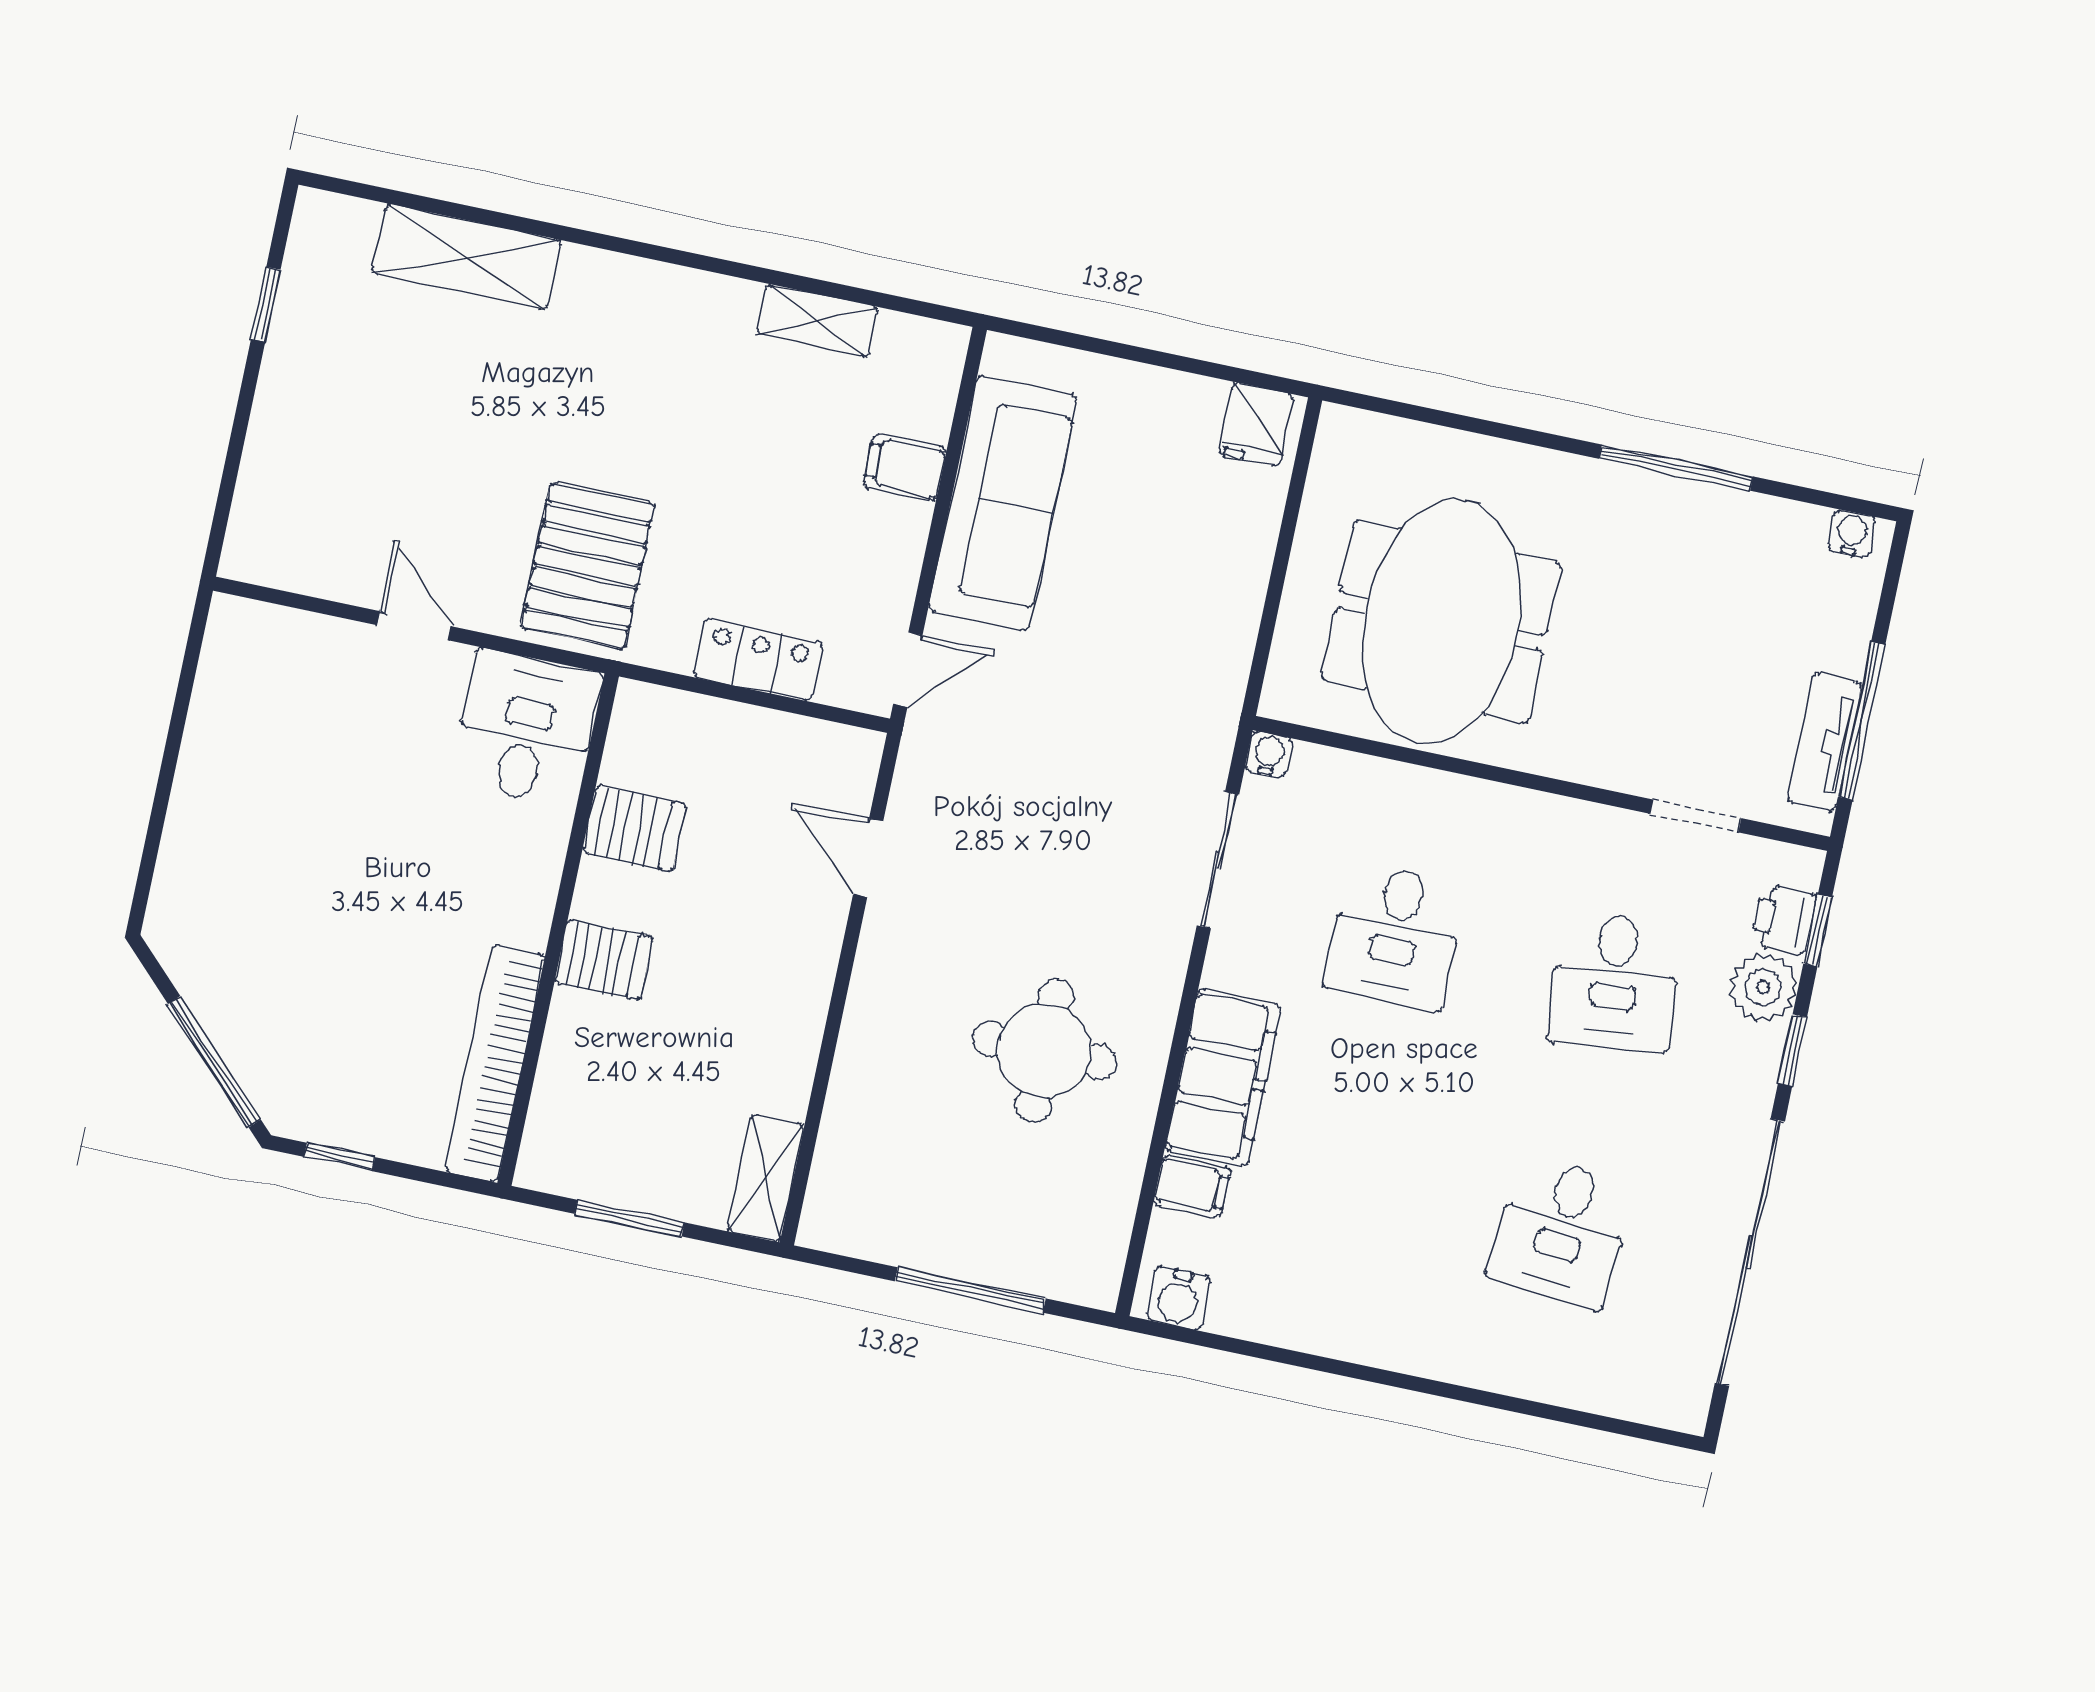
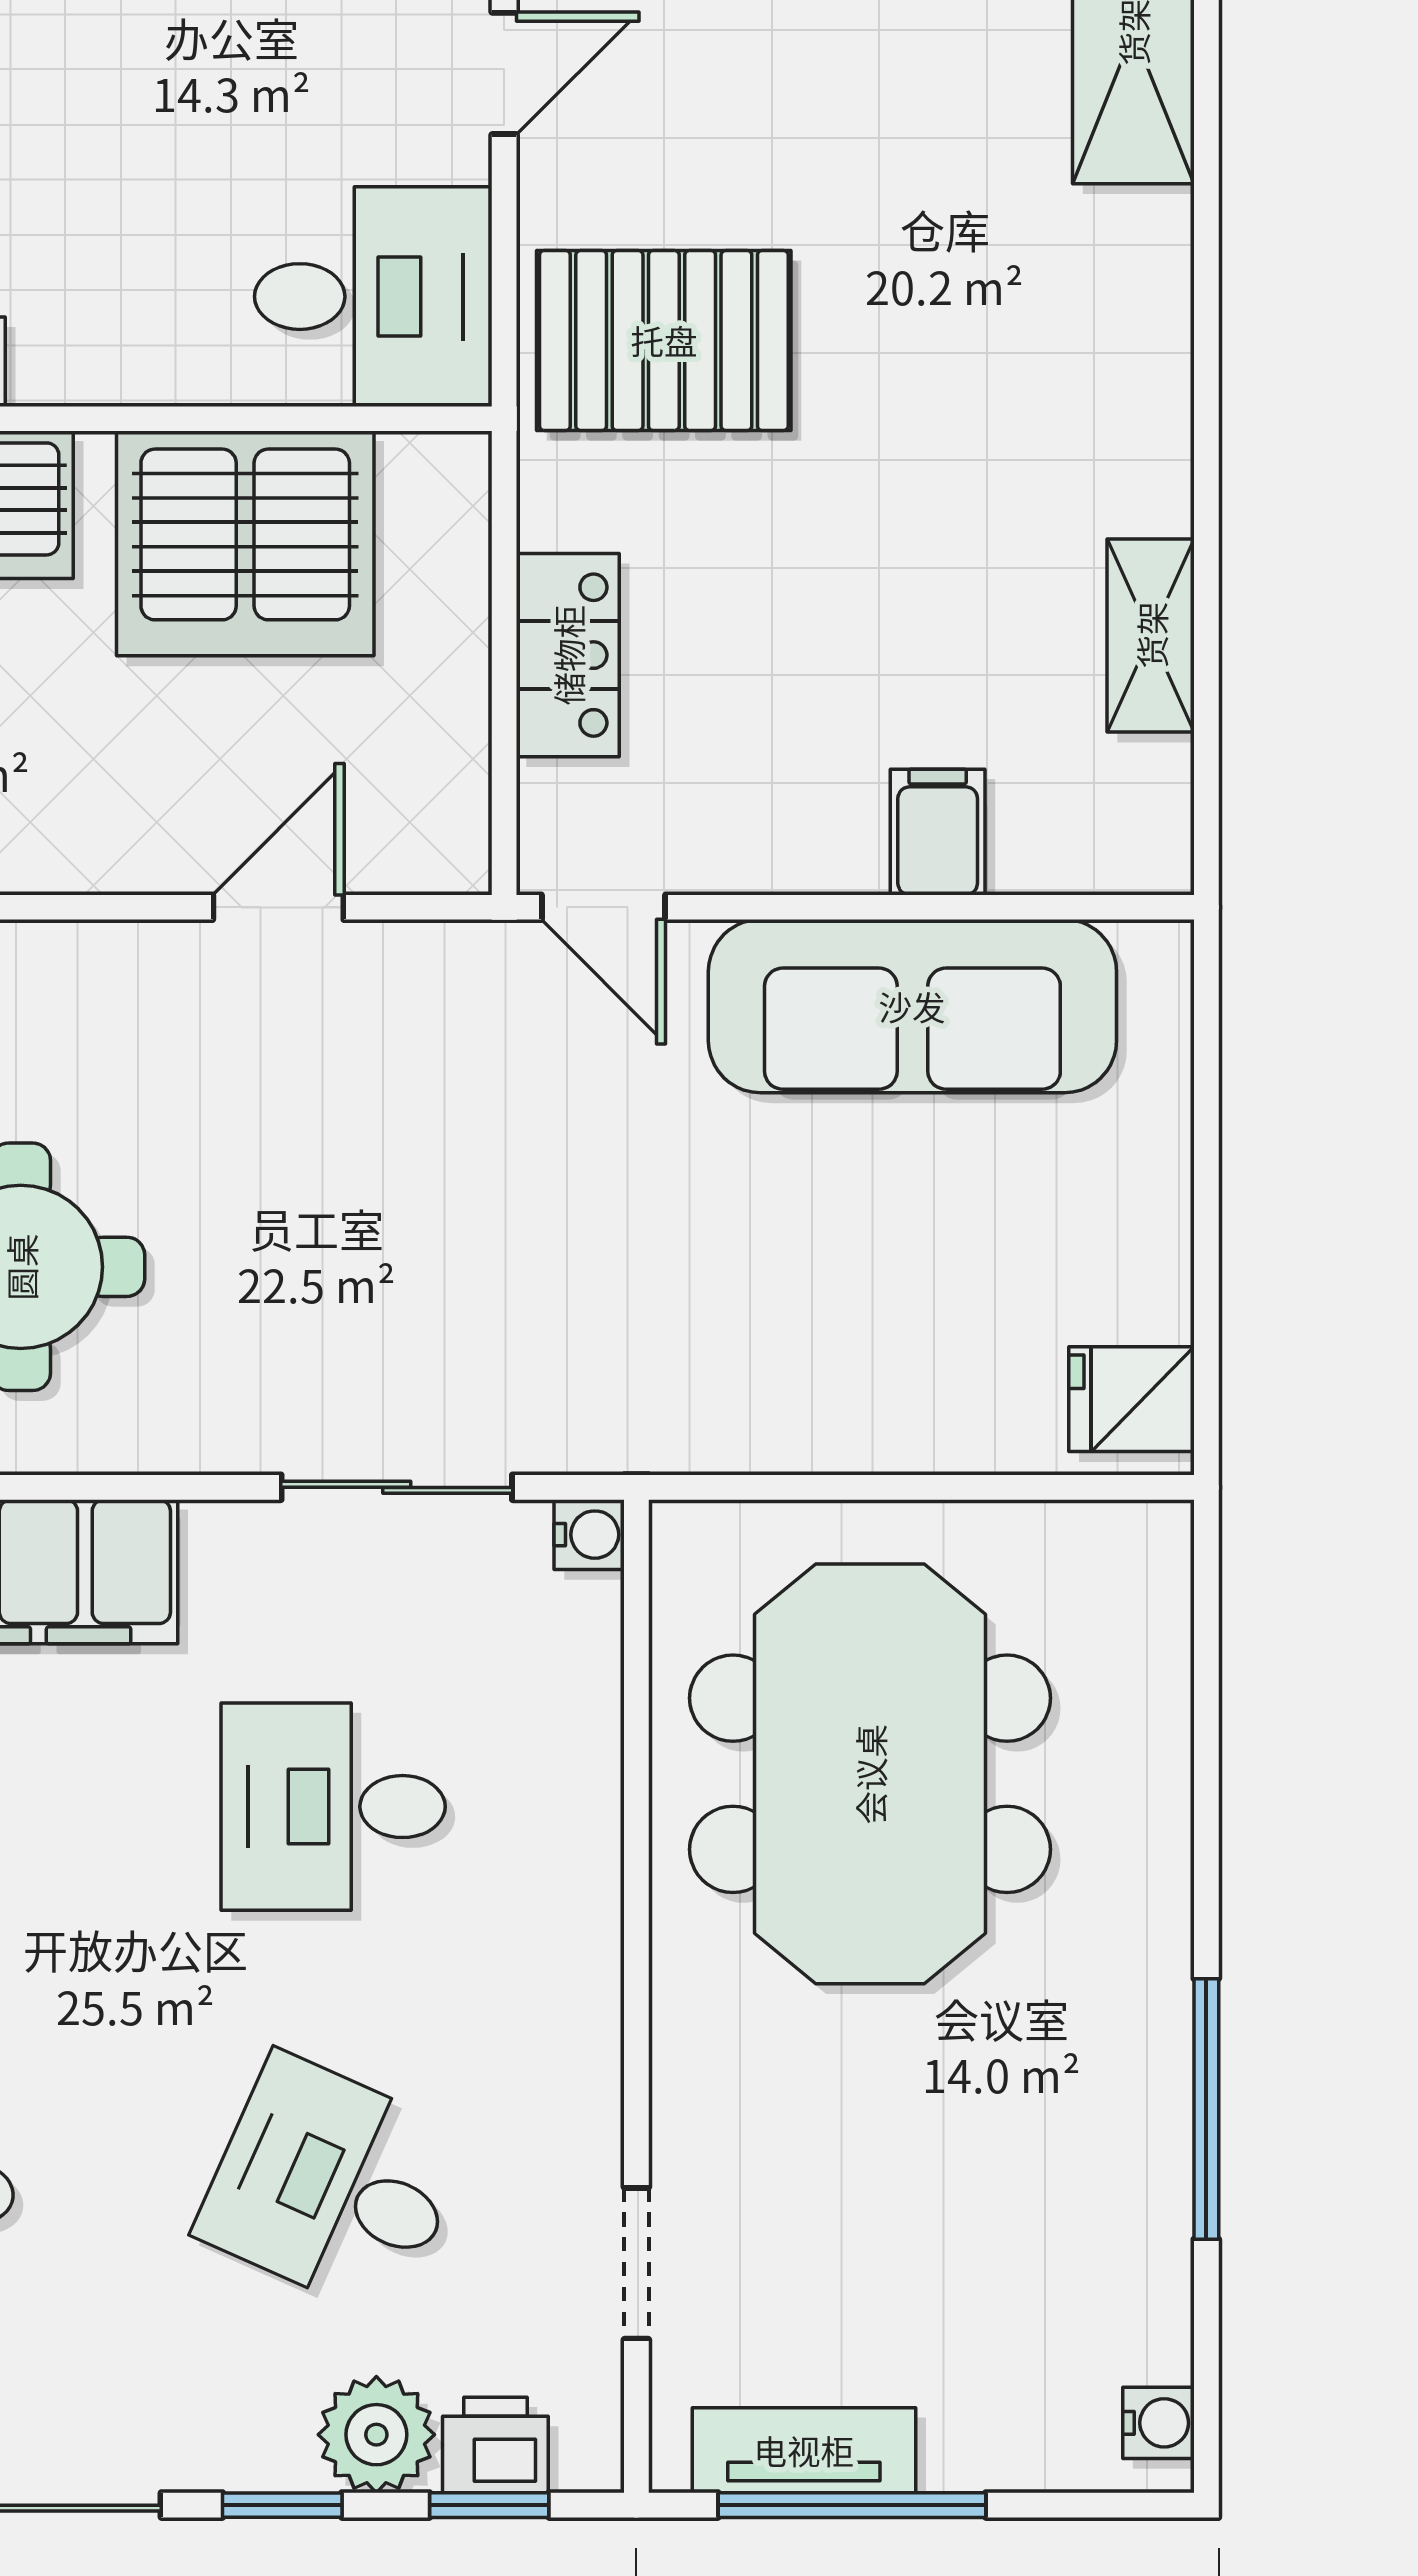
meeting table: (1441, 621) -> (870, 1774), turned 90
server rack: (634, 828) -> (245, 543), width x2.18, depth x1.44
desk: (1614, 982) -> (333, 2186), turned 30

